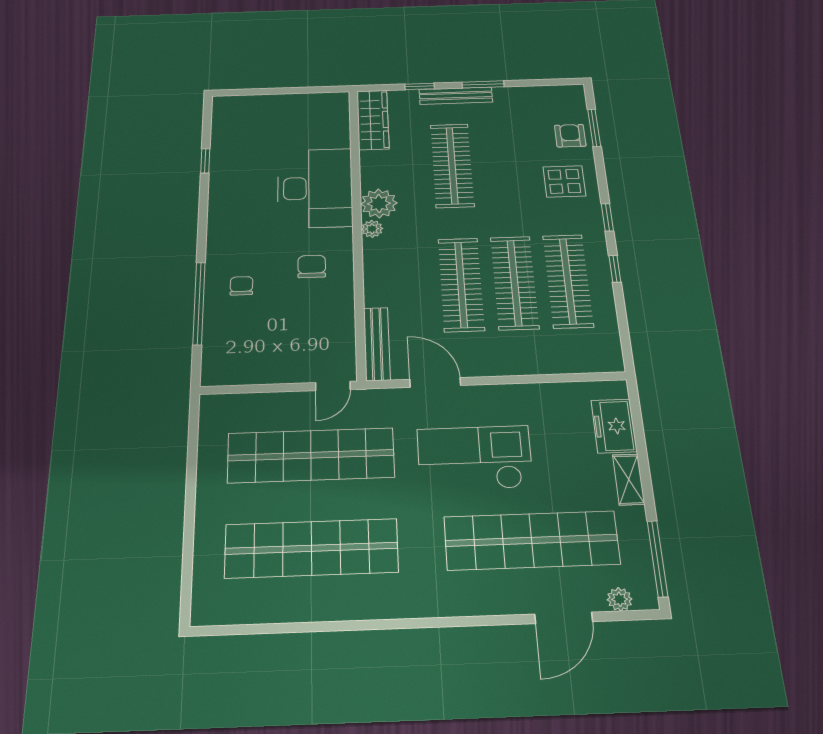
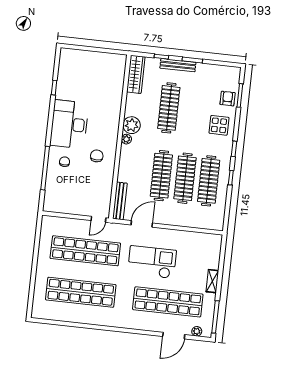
desk: (315, 188) -> (69, 124), moved, turned 180
door: (435, 382) -> (142, 224), hinge flipped
freezer: (614, 426) -> (212, 256), removed

